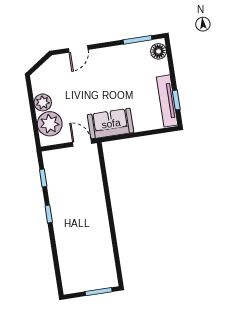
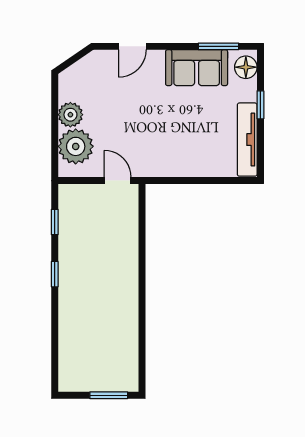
window: (176, 100) -> (260, 105), moved
sofa: (111, 124) -> (197, 68), moved, turned 180

